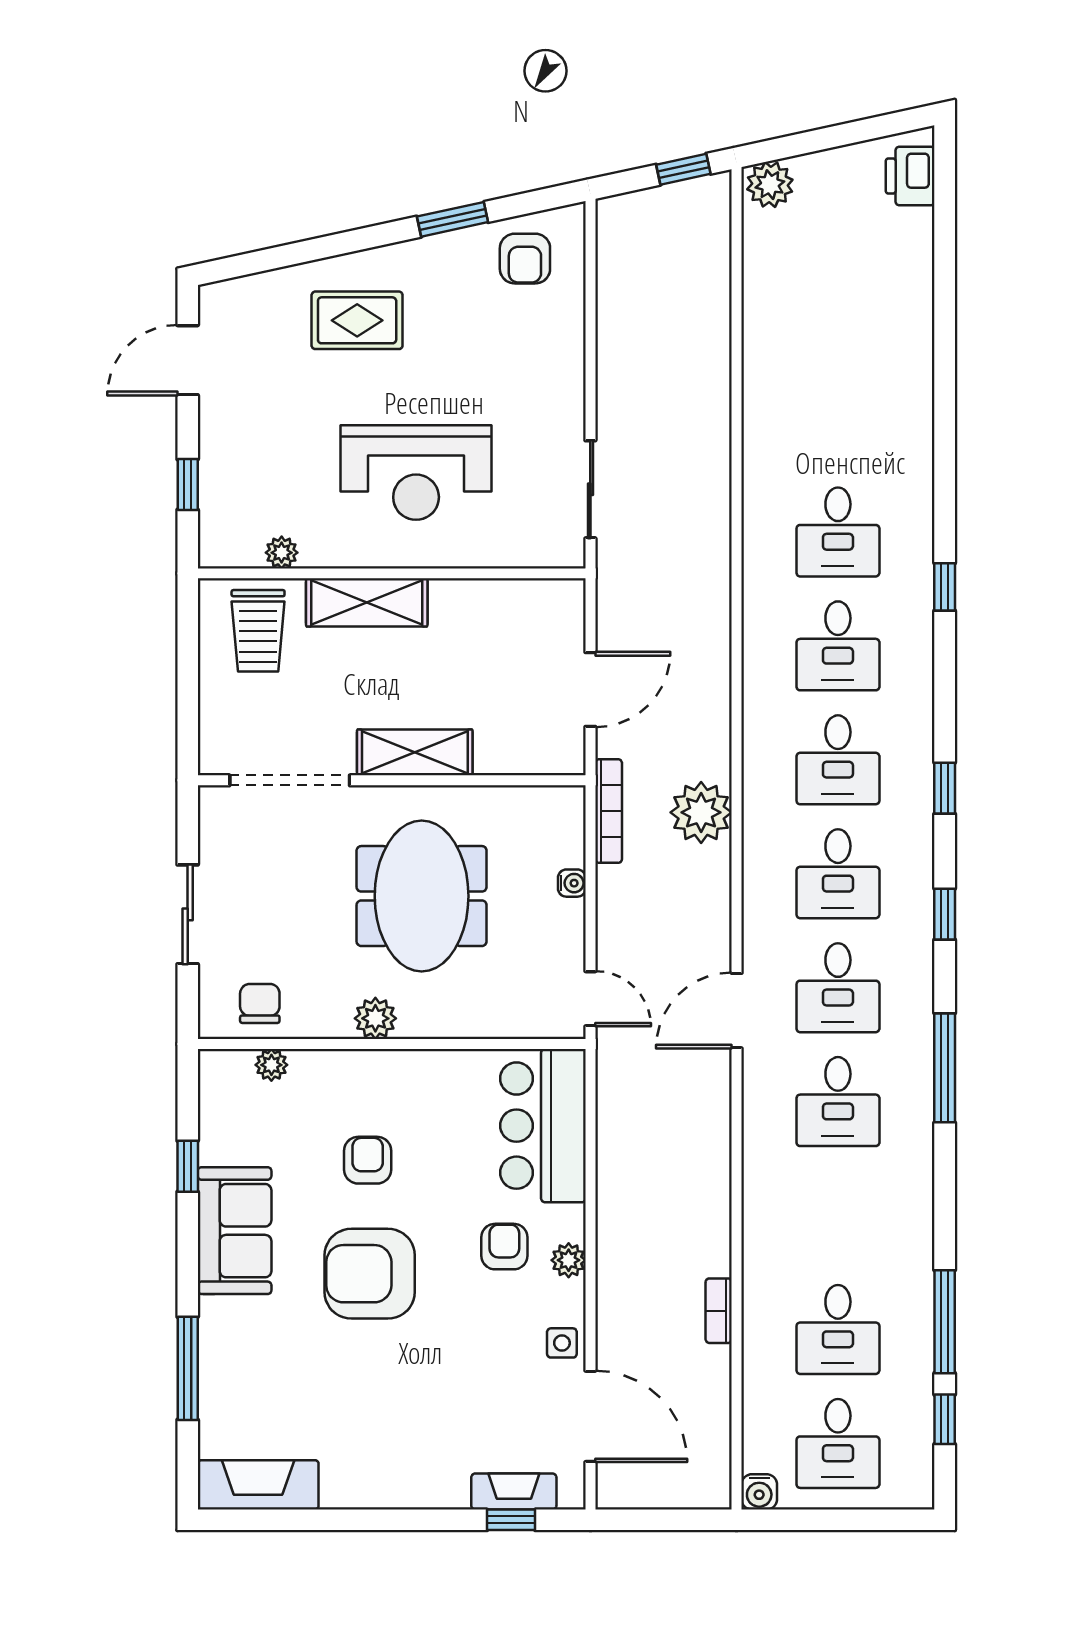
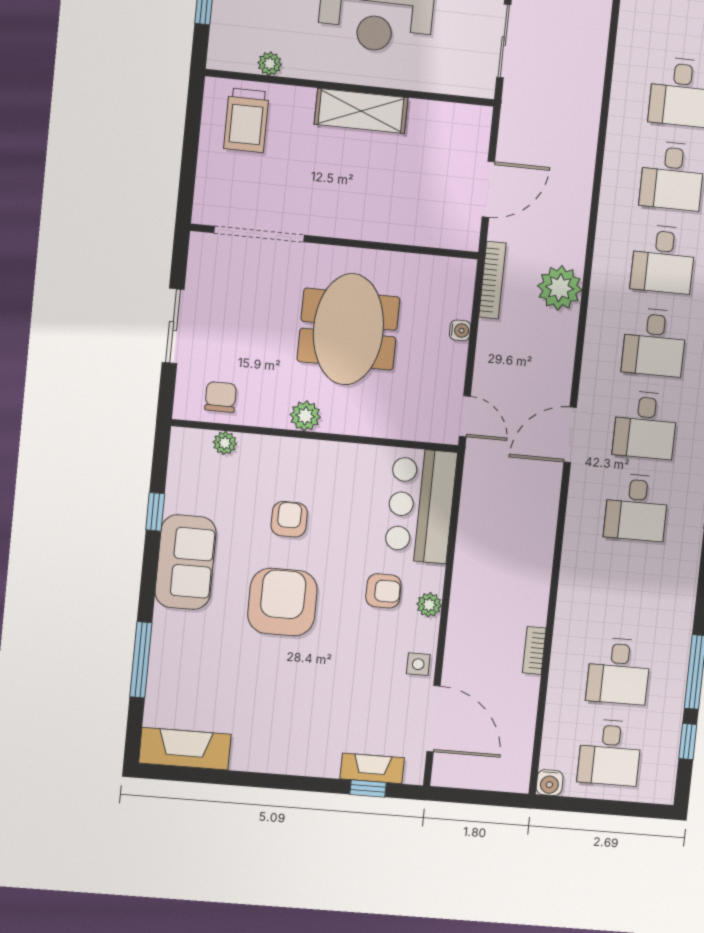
shelving: (367, 602) -> (361, 111), moved
shelving: (415, 752) -> (354, 223), removed
armchair: (504, 1247) -> (383, 591), turned 90
armchair: (370, 1274) -> (282, 602), turned 90

